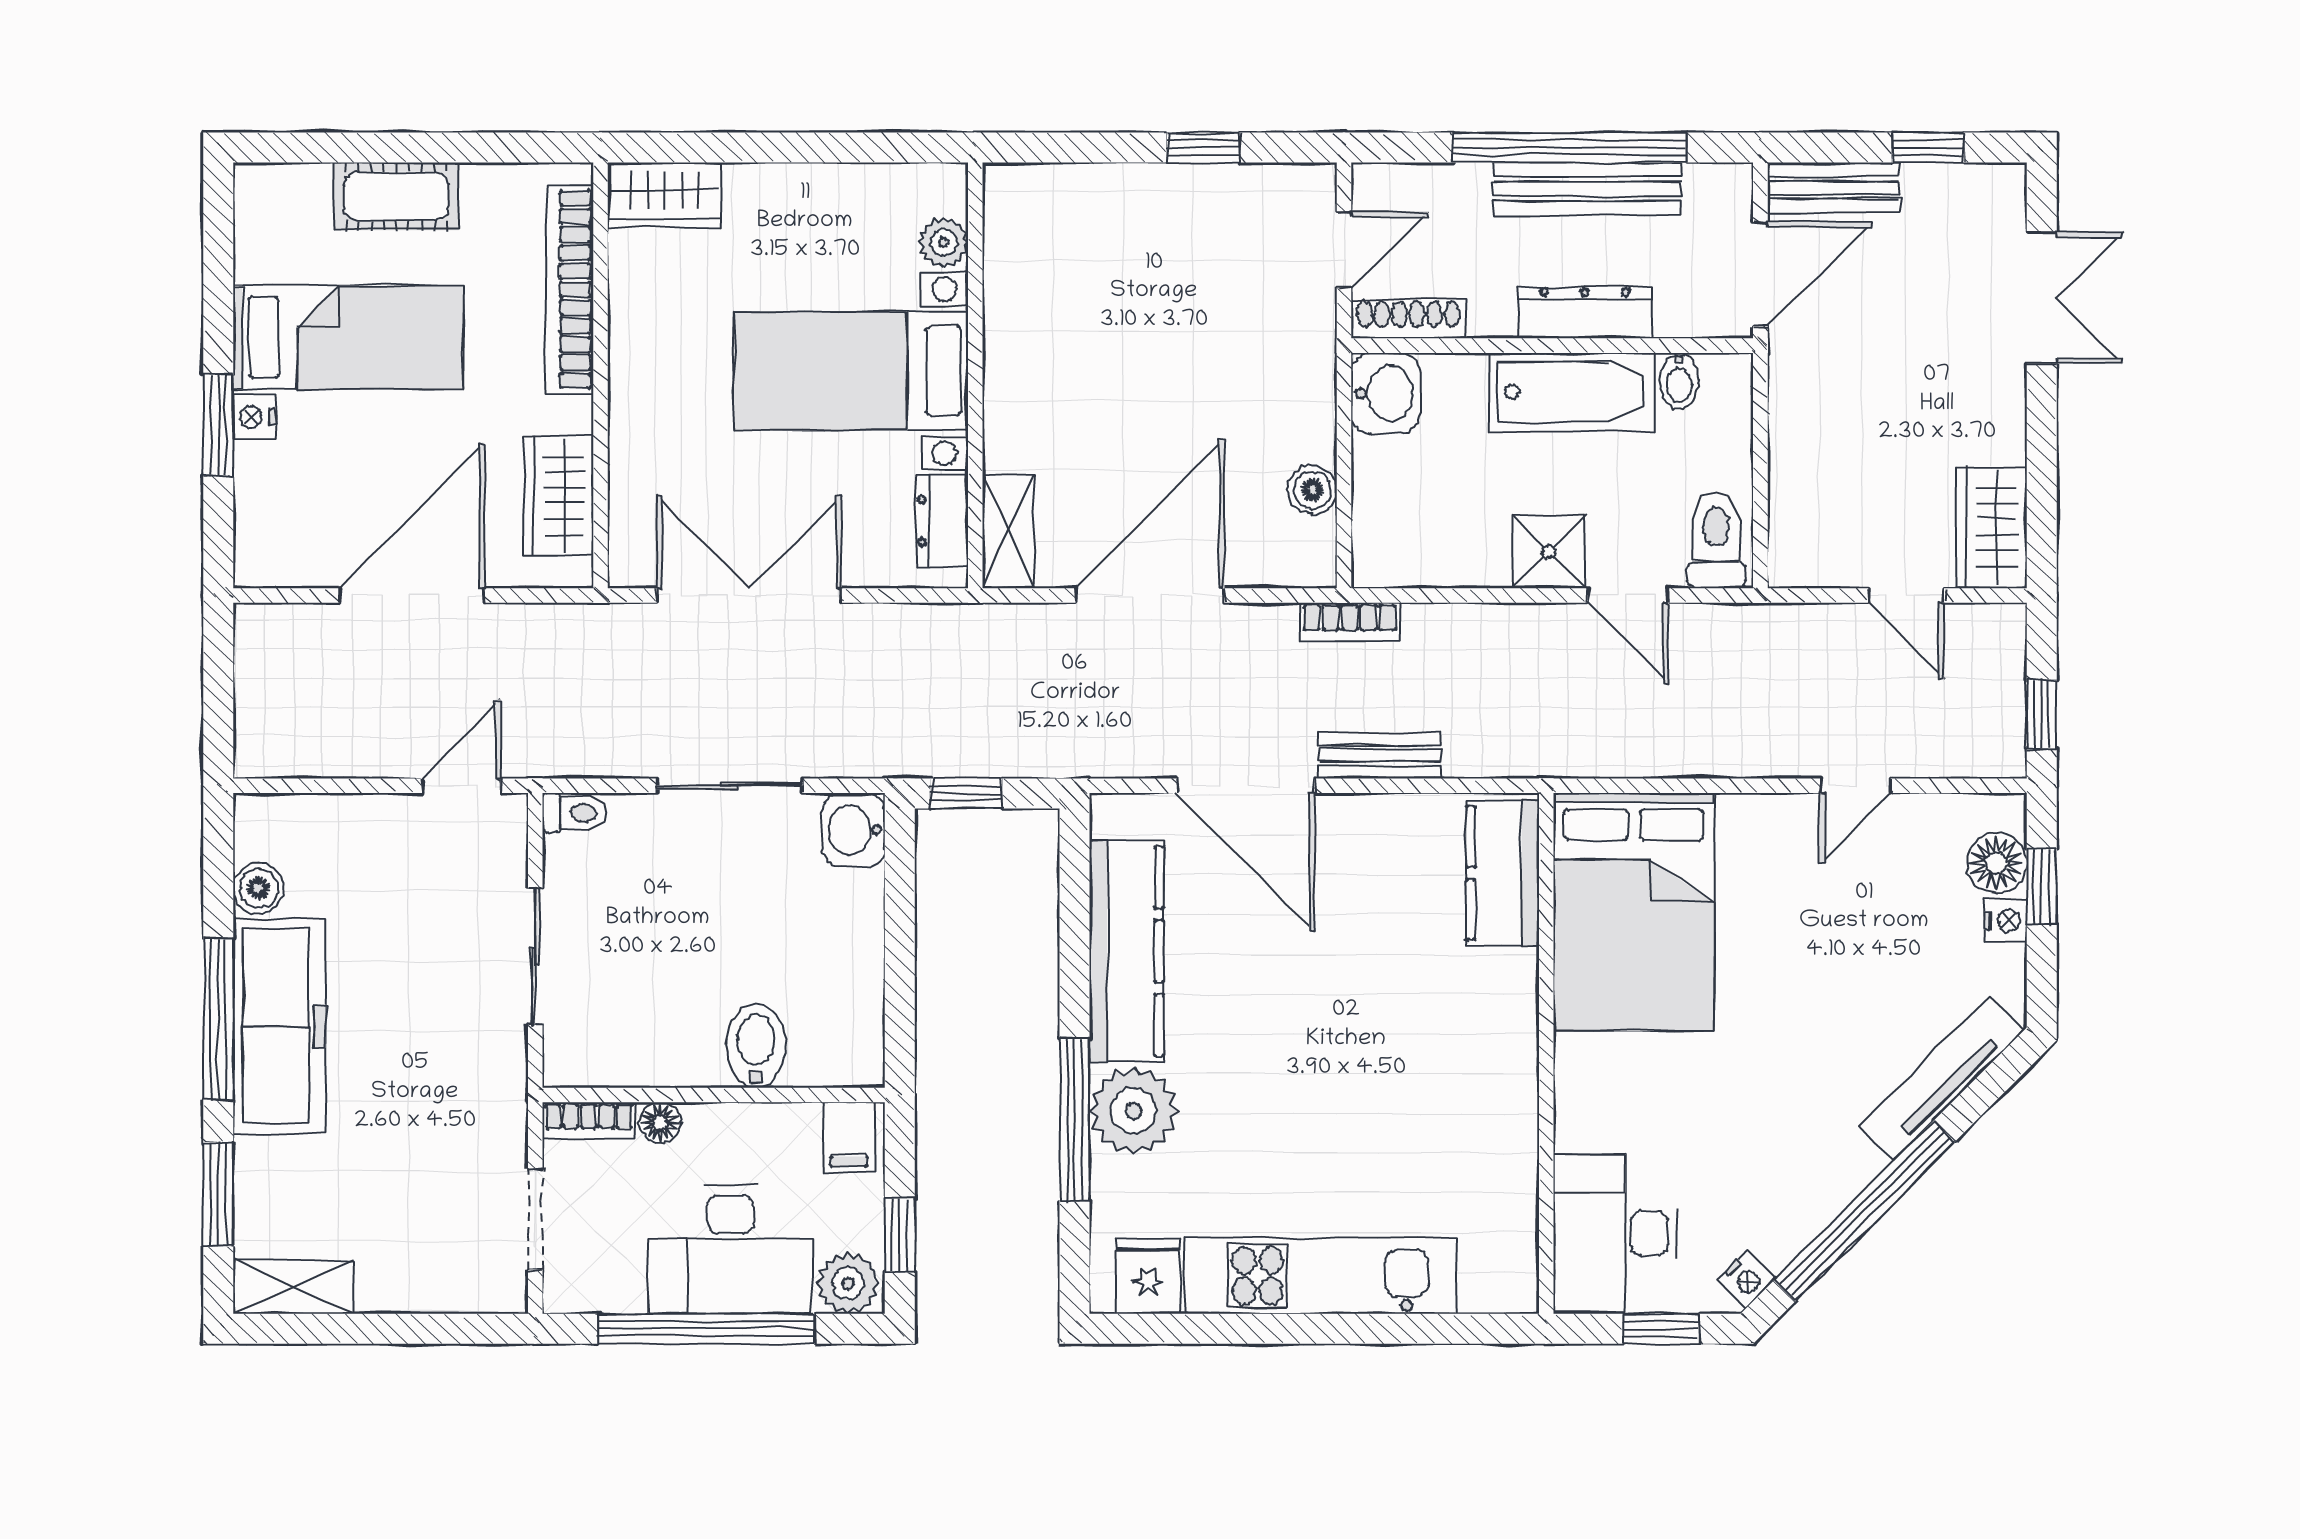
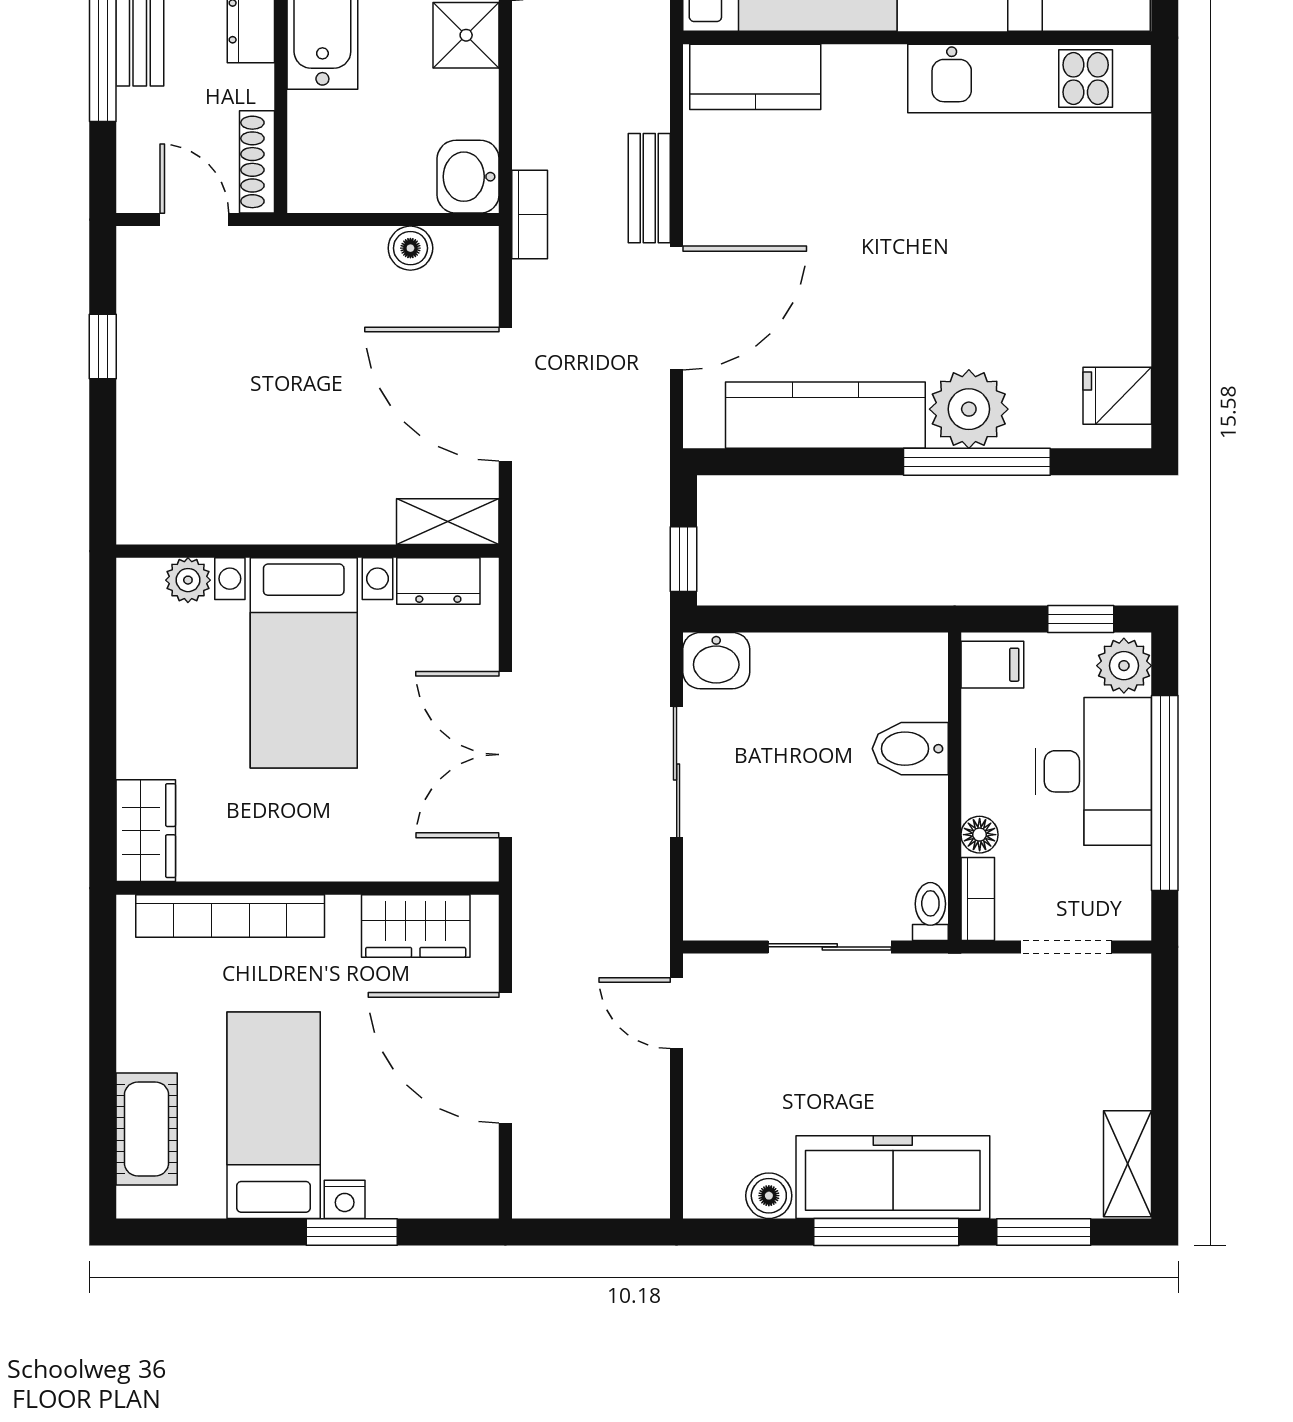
cot: (396, 196) -> (147, 1129), moved
washbasin: (1386, 393) -> (468, 177), moved, turned -90
toilet: (575, 813) -> (930, 911), moved
kitchen unit: (1320, 1276) -> (1030, 78), moved, turned -90

